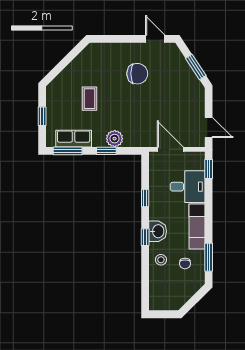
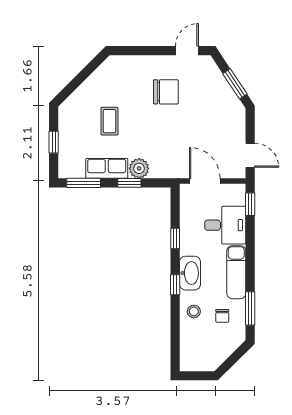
door: (155, 39) -> (187, 51), hinge flipped
row of seats: (74, 139) -> (107, 168), moved
washbasin: (158, 231) -> (190, 273), width x1.38

